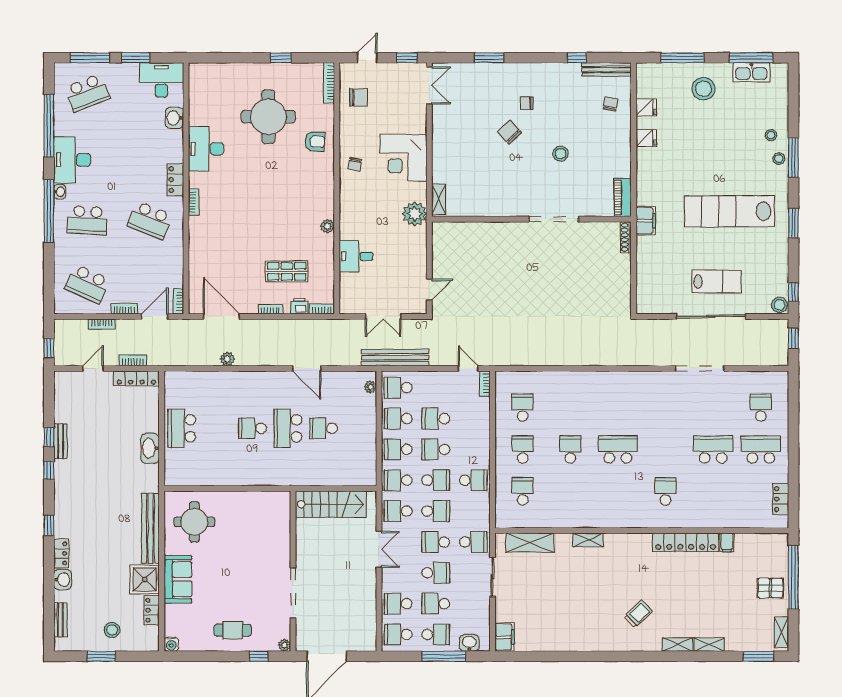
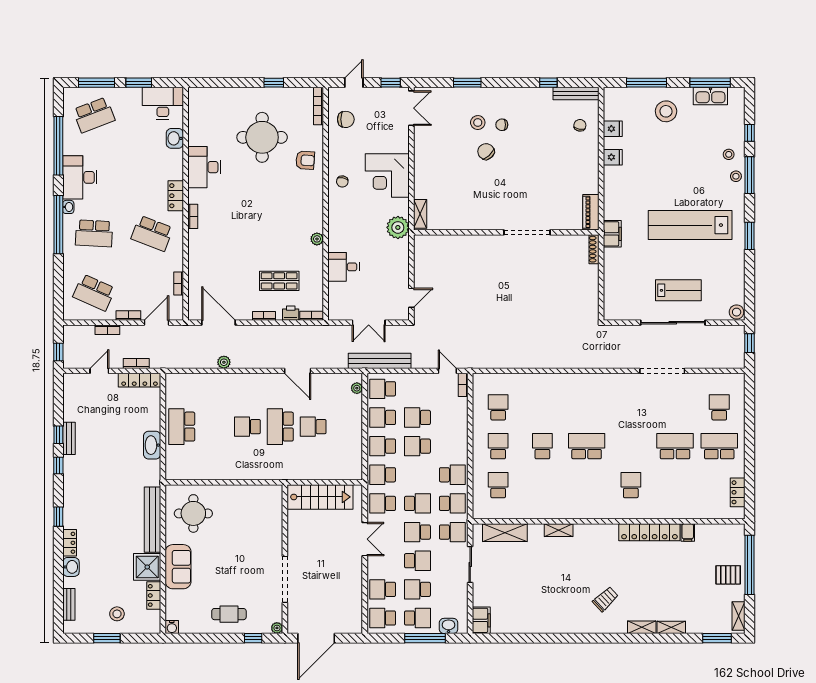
stool: (561, 154) -> (478, 123), moved
window: (793, 292) -> (749, 133), moved
bookcase: (178, 301) -> (179, 283), moved
school desk: (436, 480) -> (452, 503), moved

